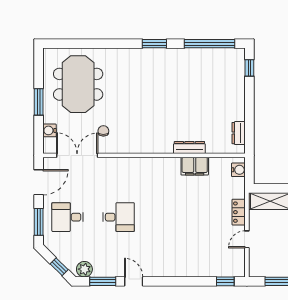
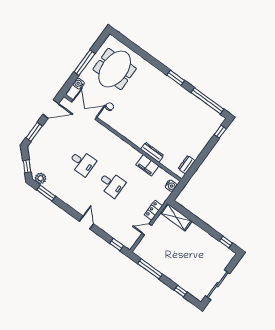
window: (39, 102) -> (84, 63), width x1.44
desk: (68, 217) -> (112, 184), moved, turned 180
door: (134, 281) -> (86, 223), moved

